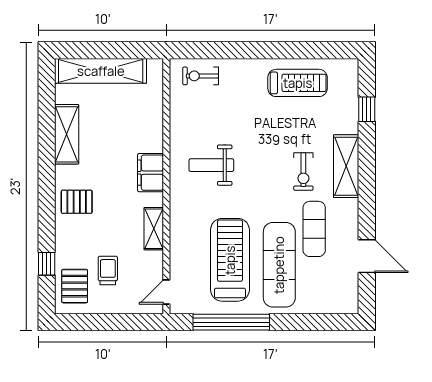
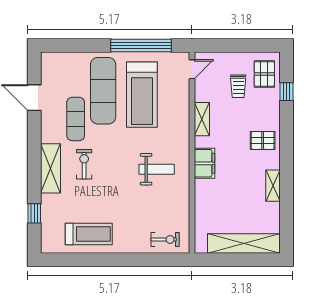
treadmill: (298, 83) -> (89, 234), turned 180
shelving: (67, 134) -> (273, 186), width x0.67, depth x0.75

